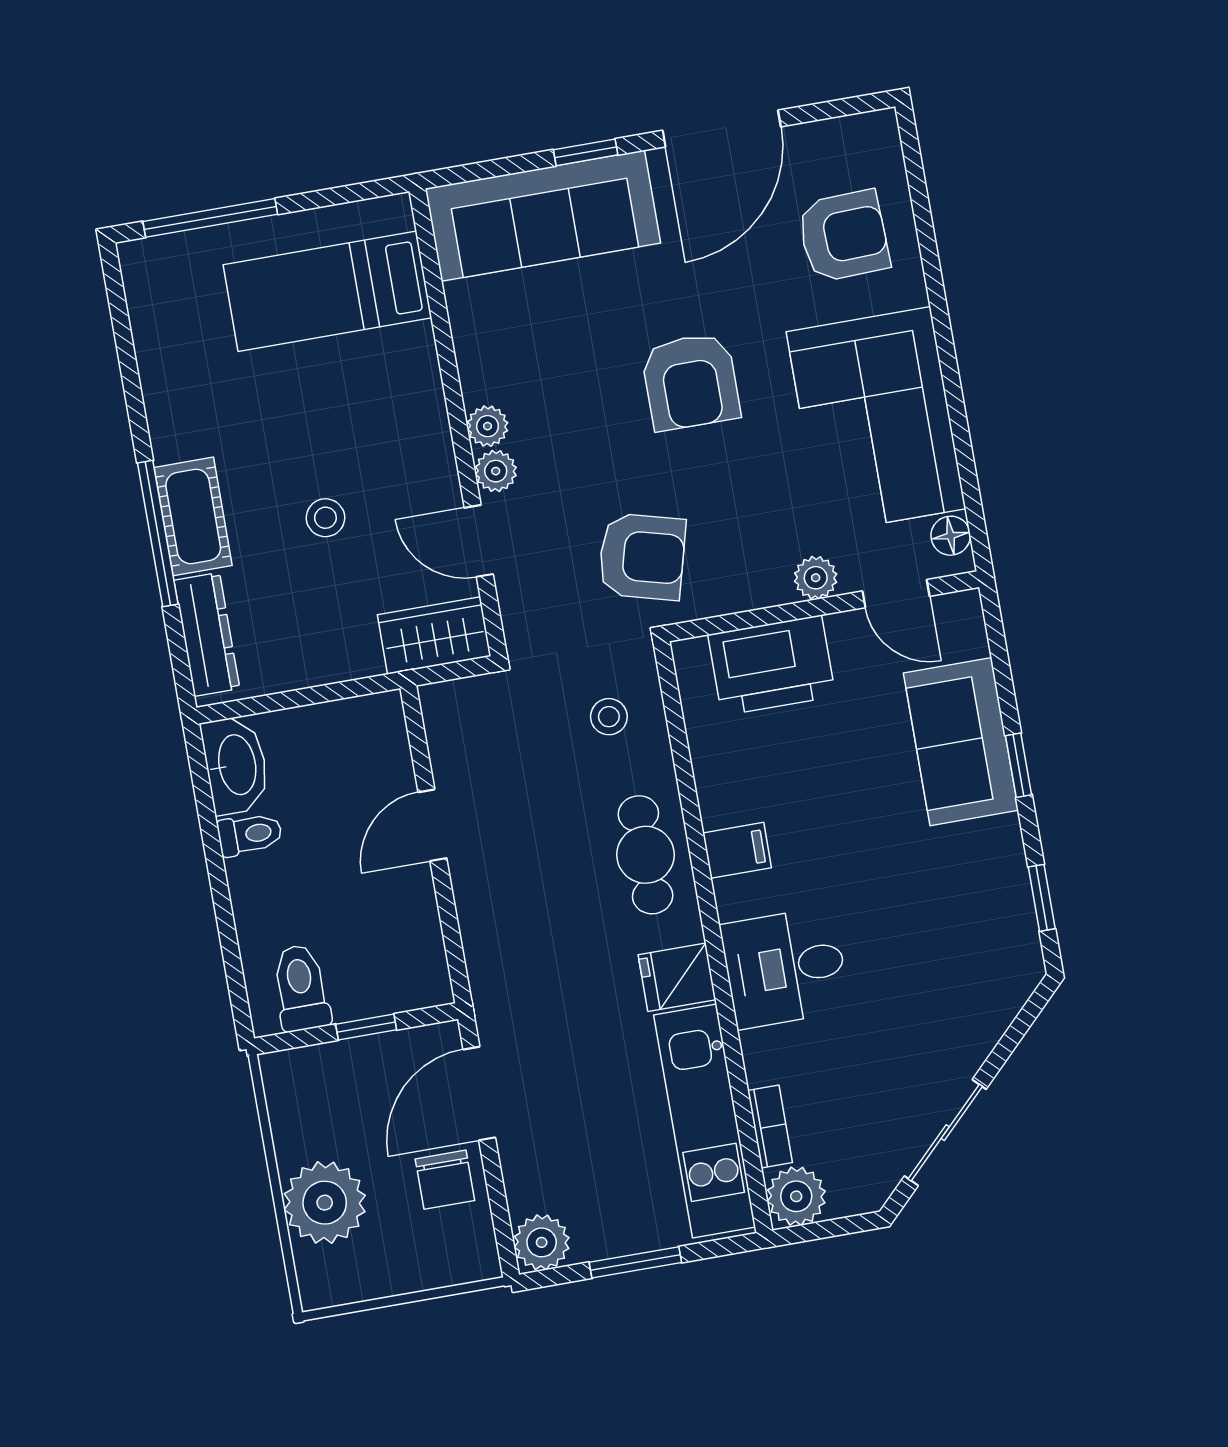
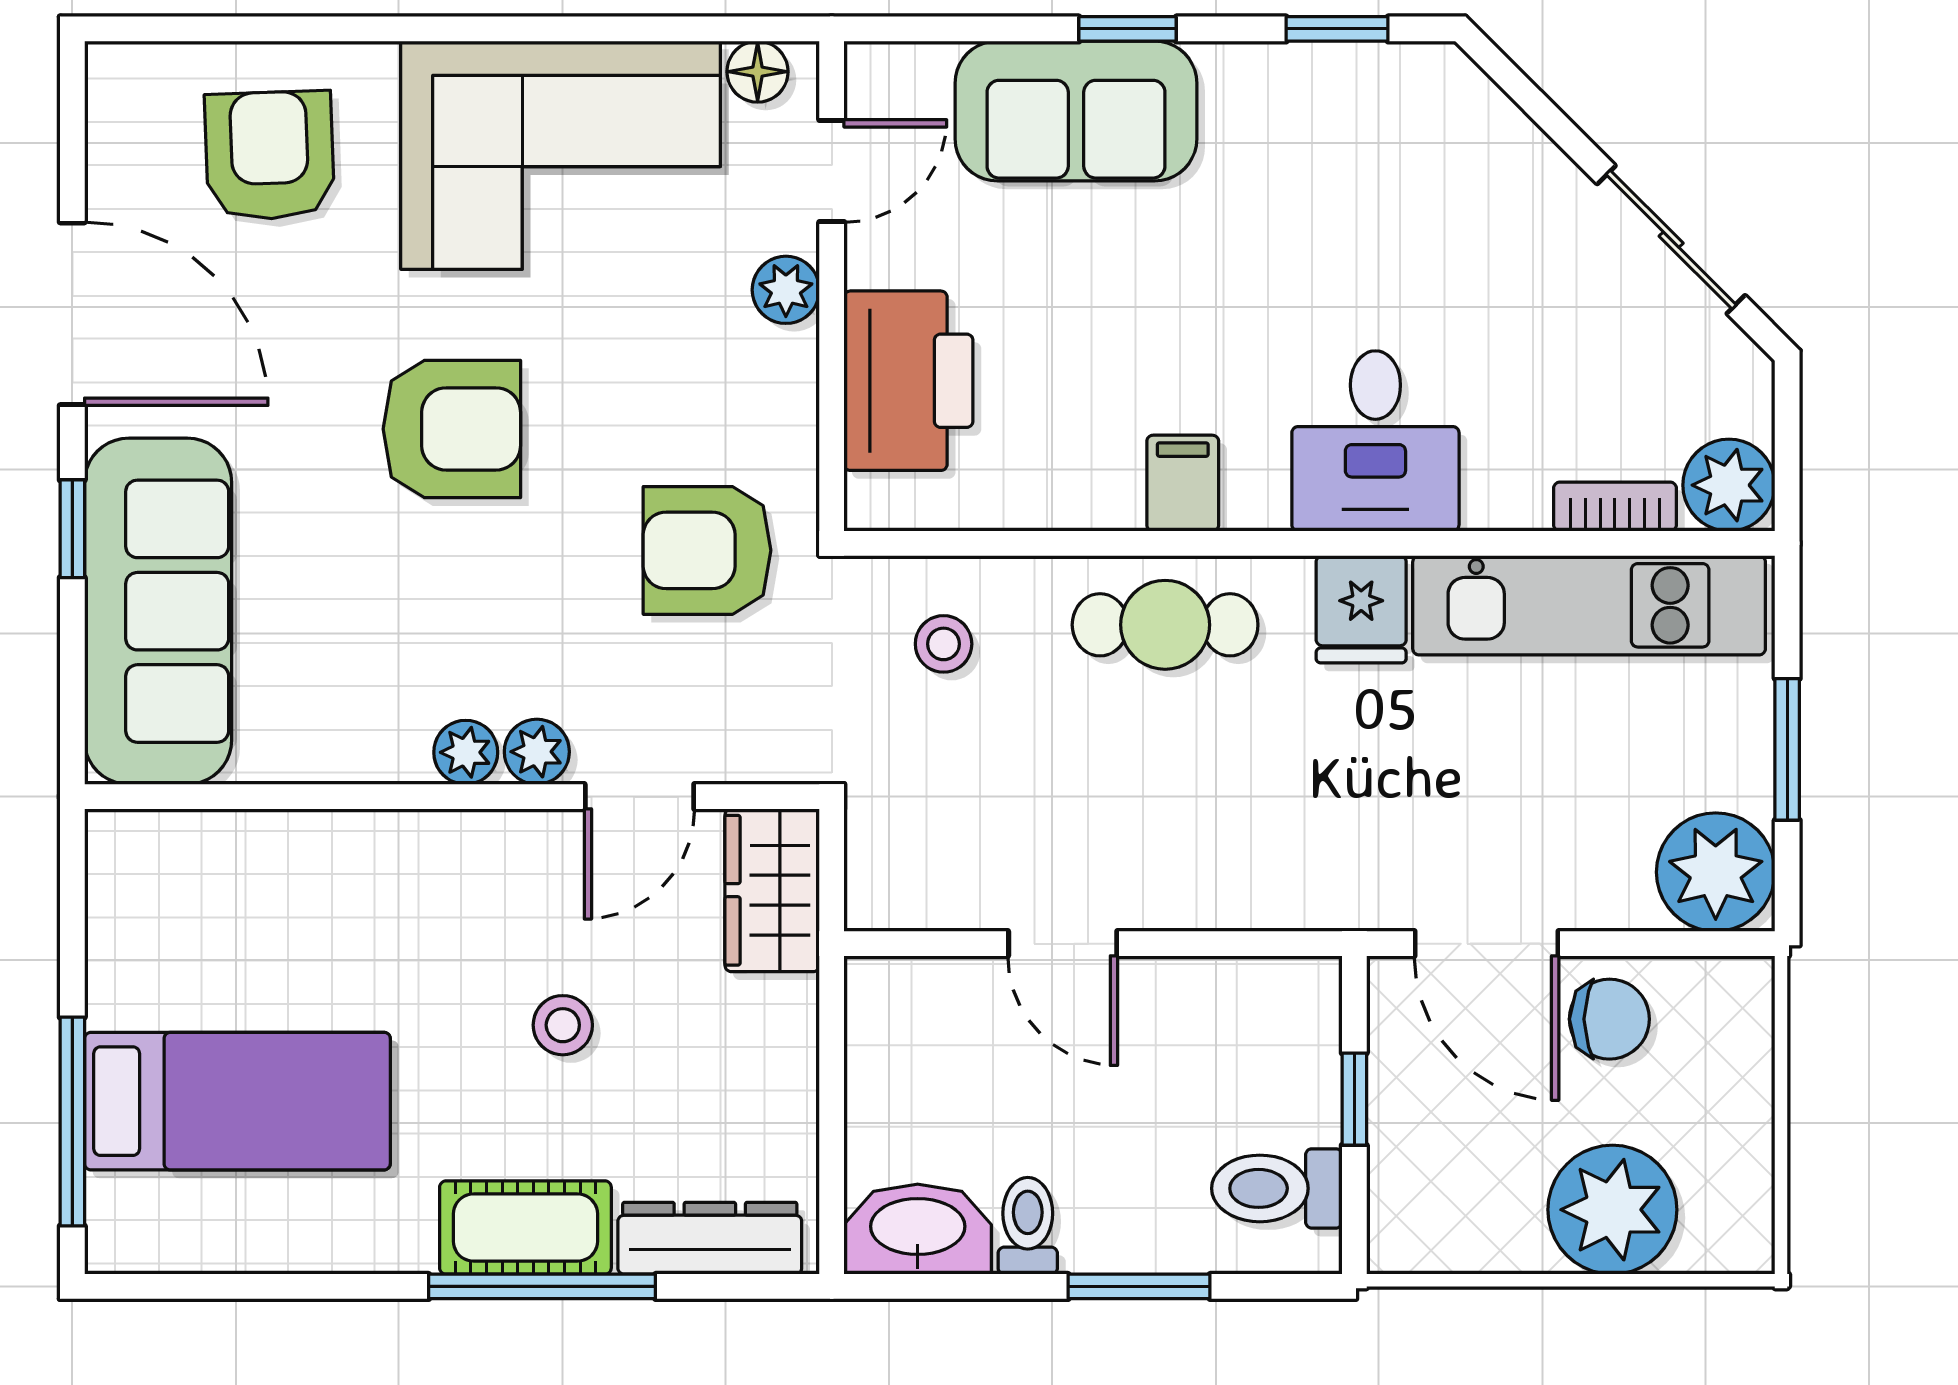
bed: (327, 291) -> (237, 1101), moved, turned -90
armchair: (642, 557) -> (707, 550), turned -105
window: (224, 911) -> (1139, 1286), added
plant: (542, 1242) -> (1716, 872), width x1.36, depth x1.36

